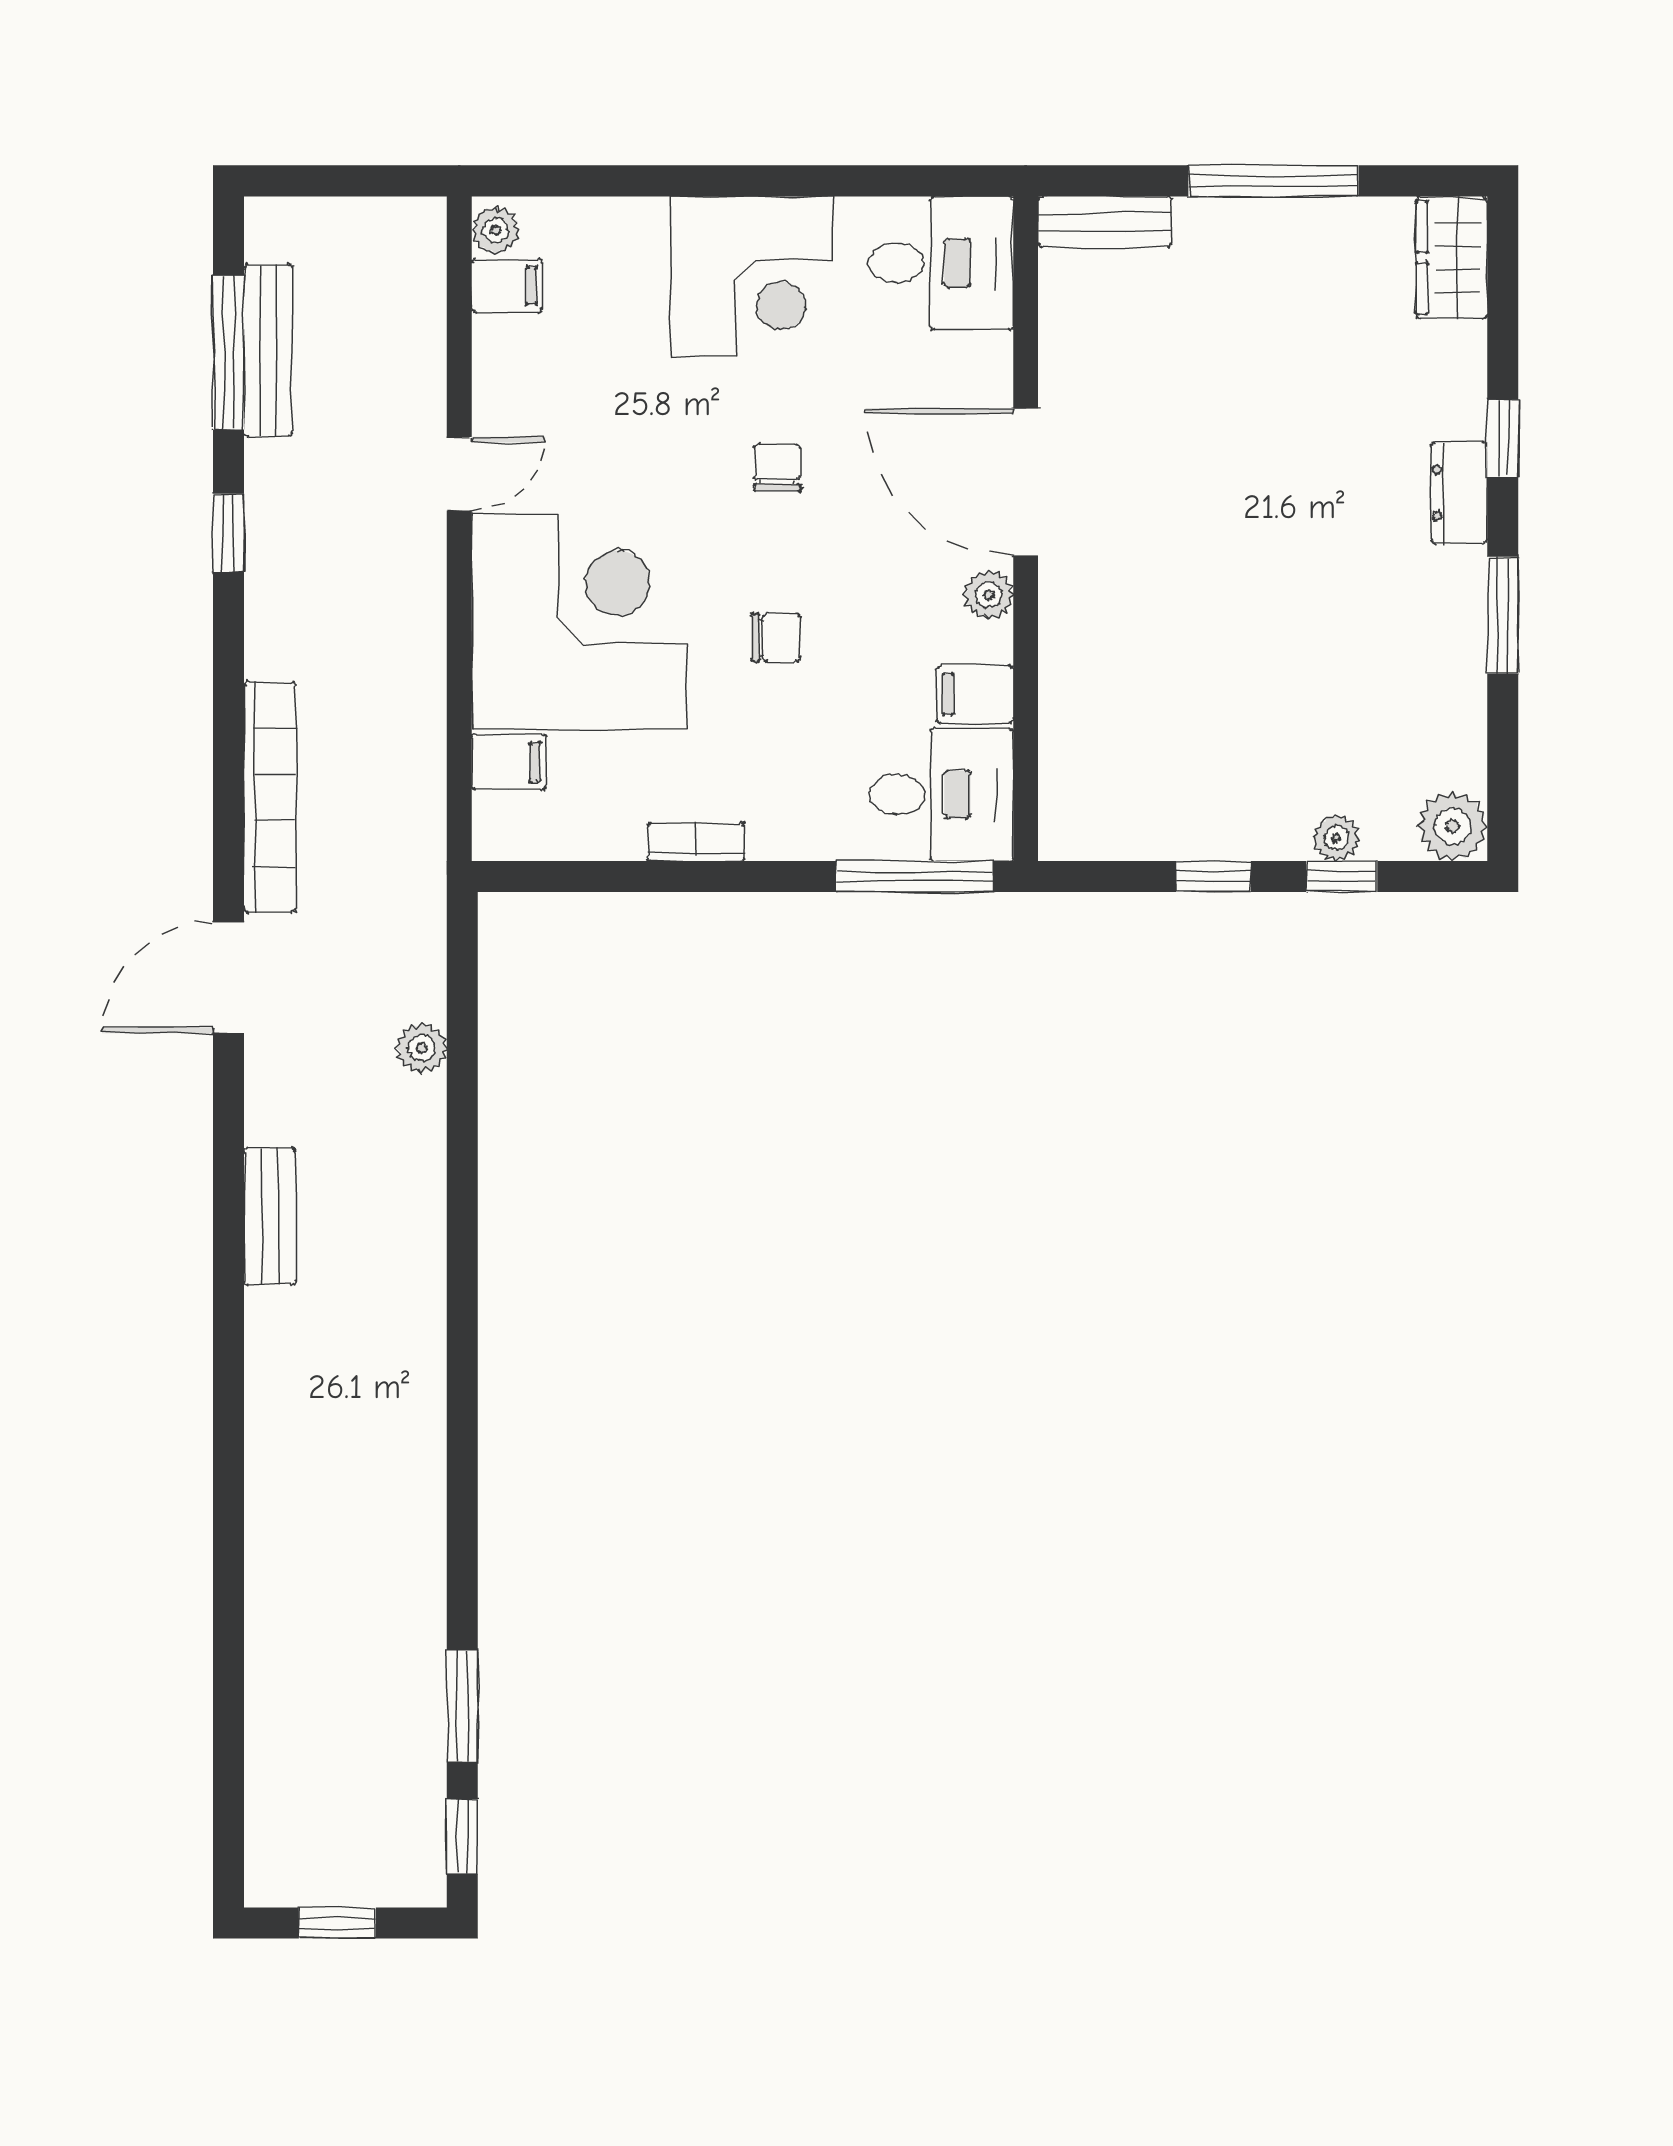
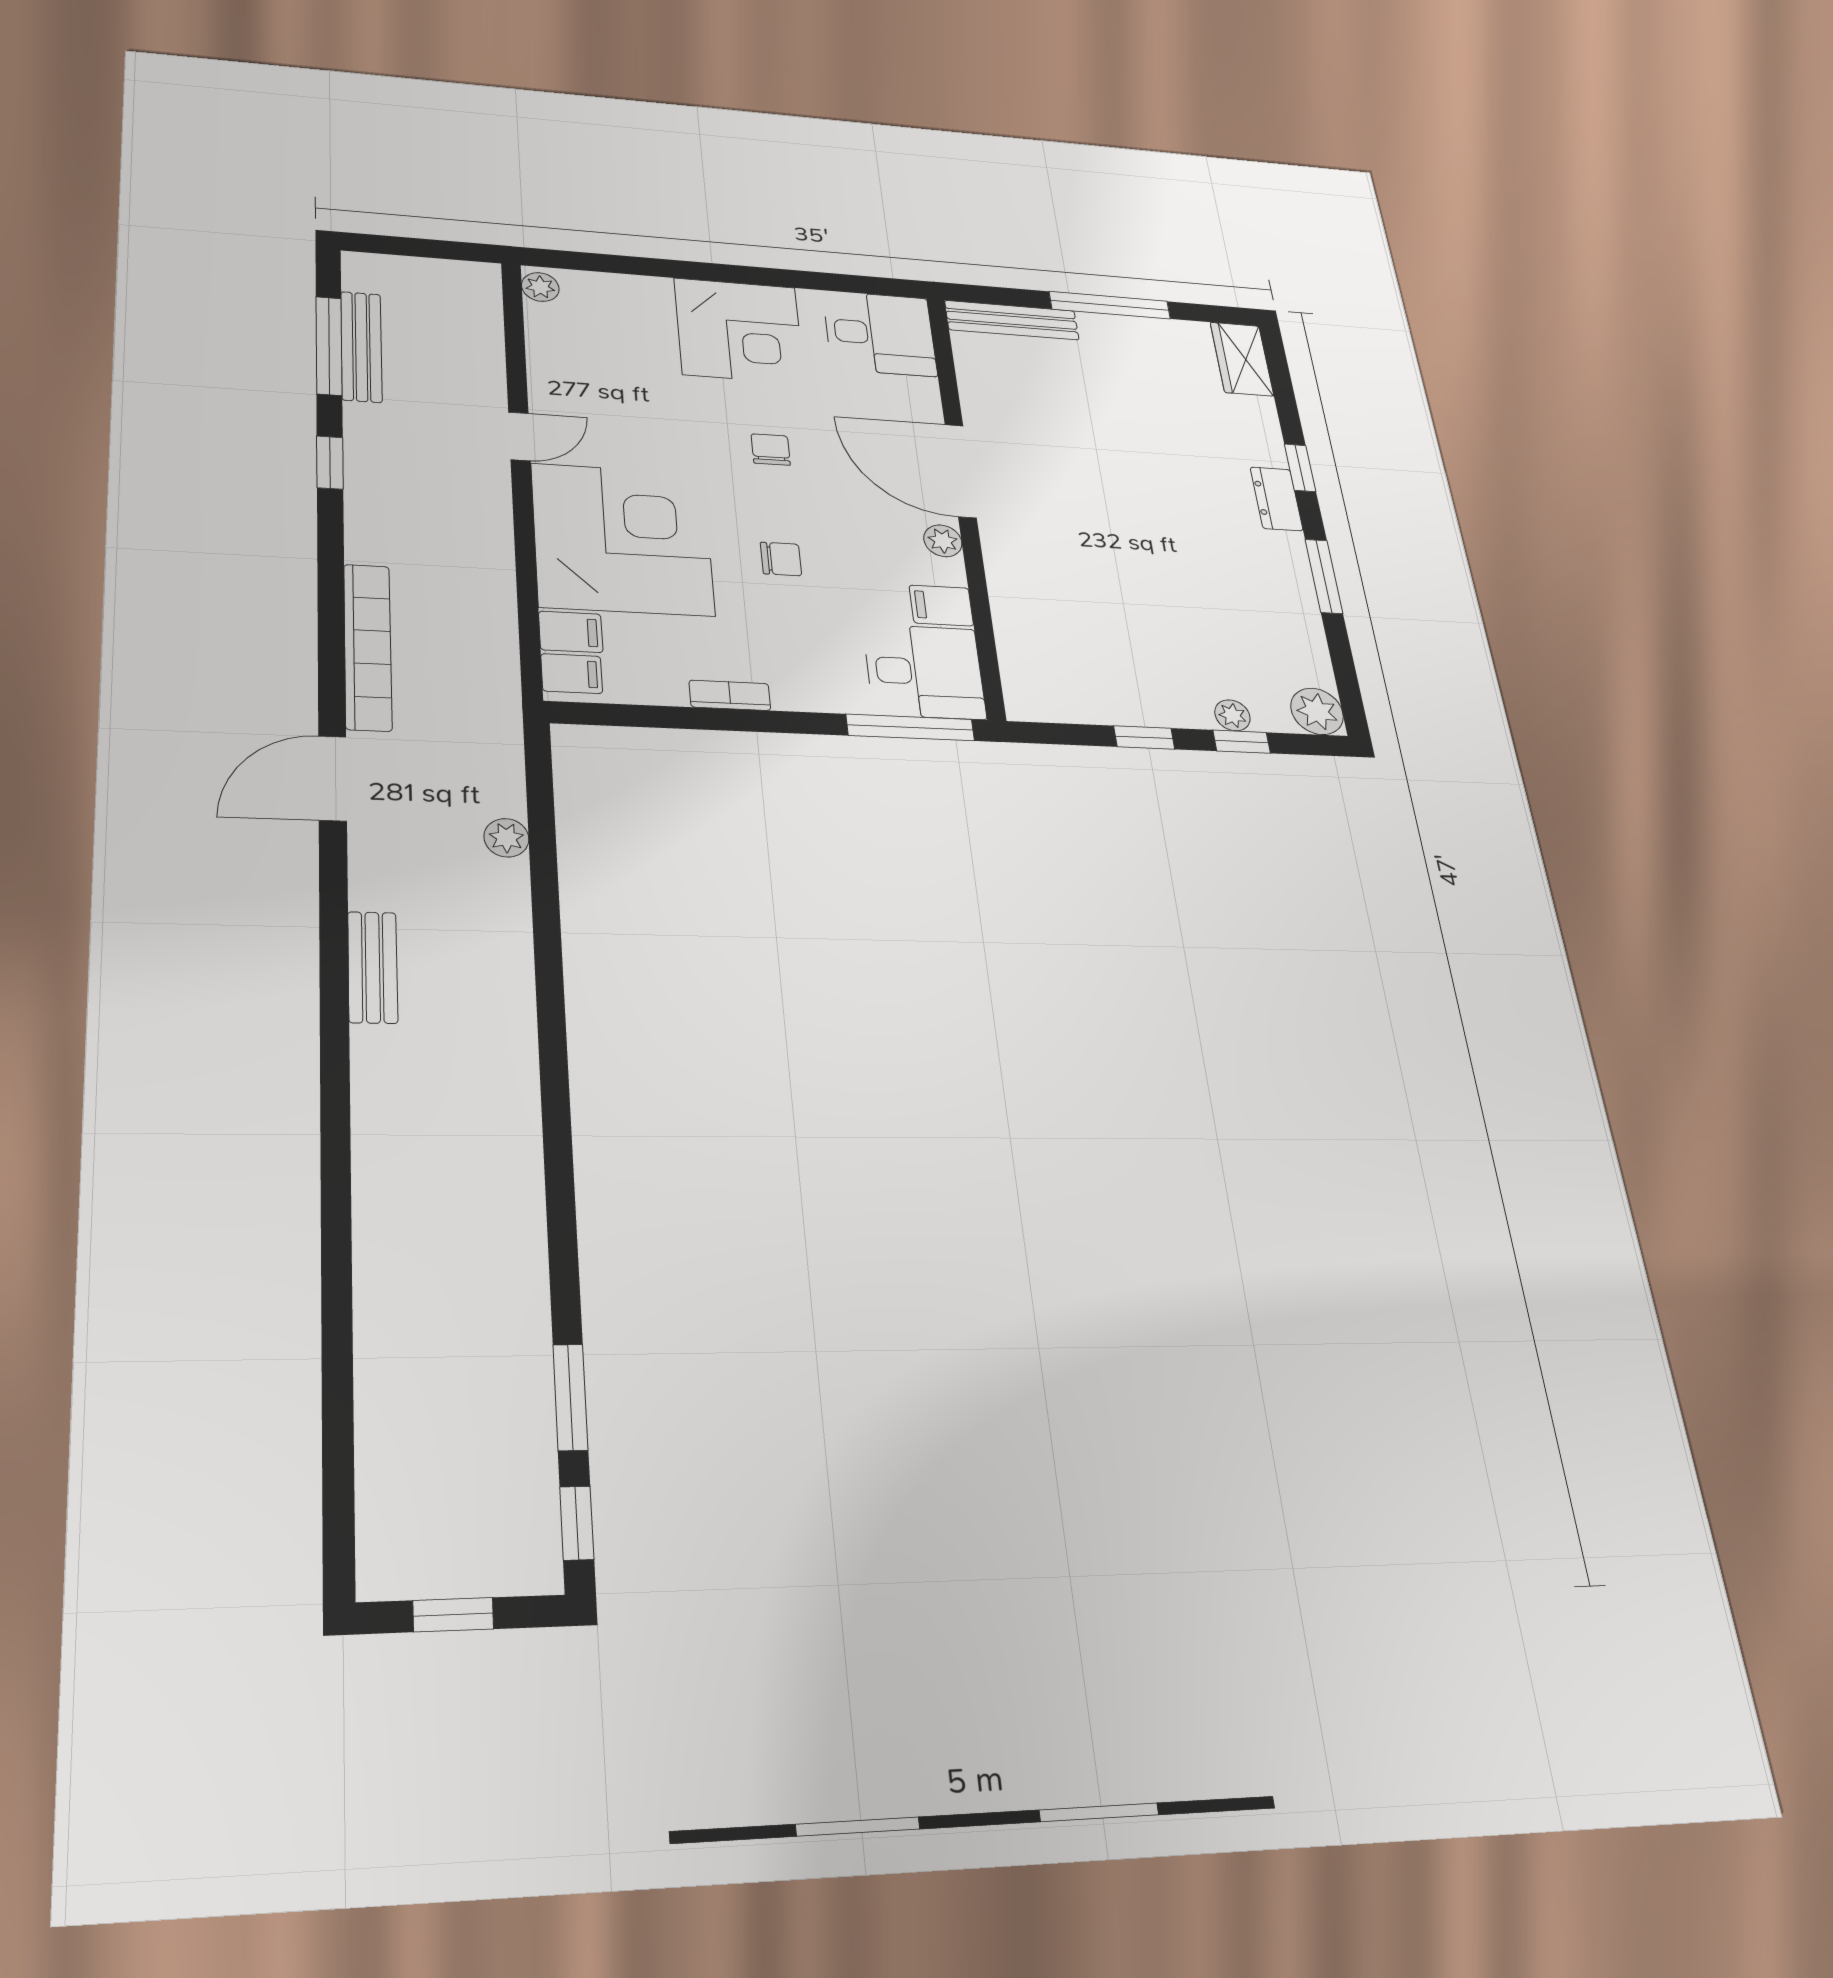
bench: (1105, 222) -> (1012, 320), width x1.36
filing cabinet: (507, 286) -> (572, 674), moved

